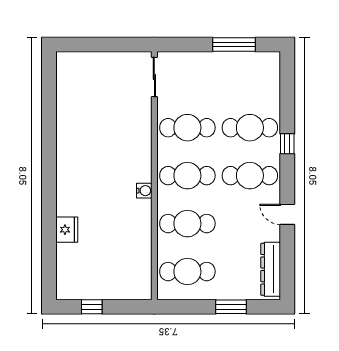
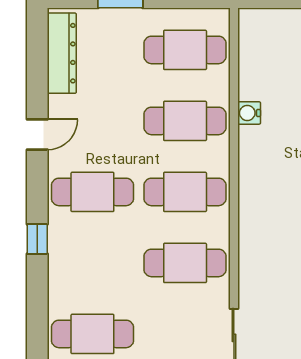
cafe table: (250, 128) -> (92, 334), moved
water cooler: (144, 191) -> (249, 113), moved
door: (287, 214) -> (37, 135), hinge flipped

